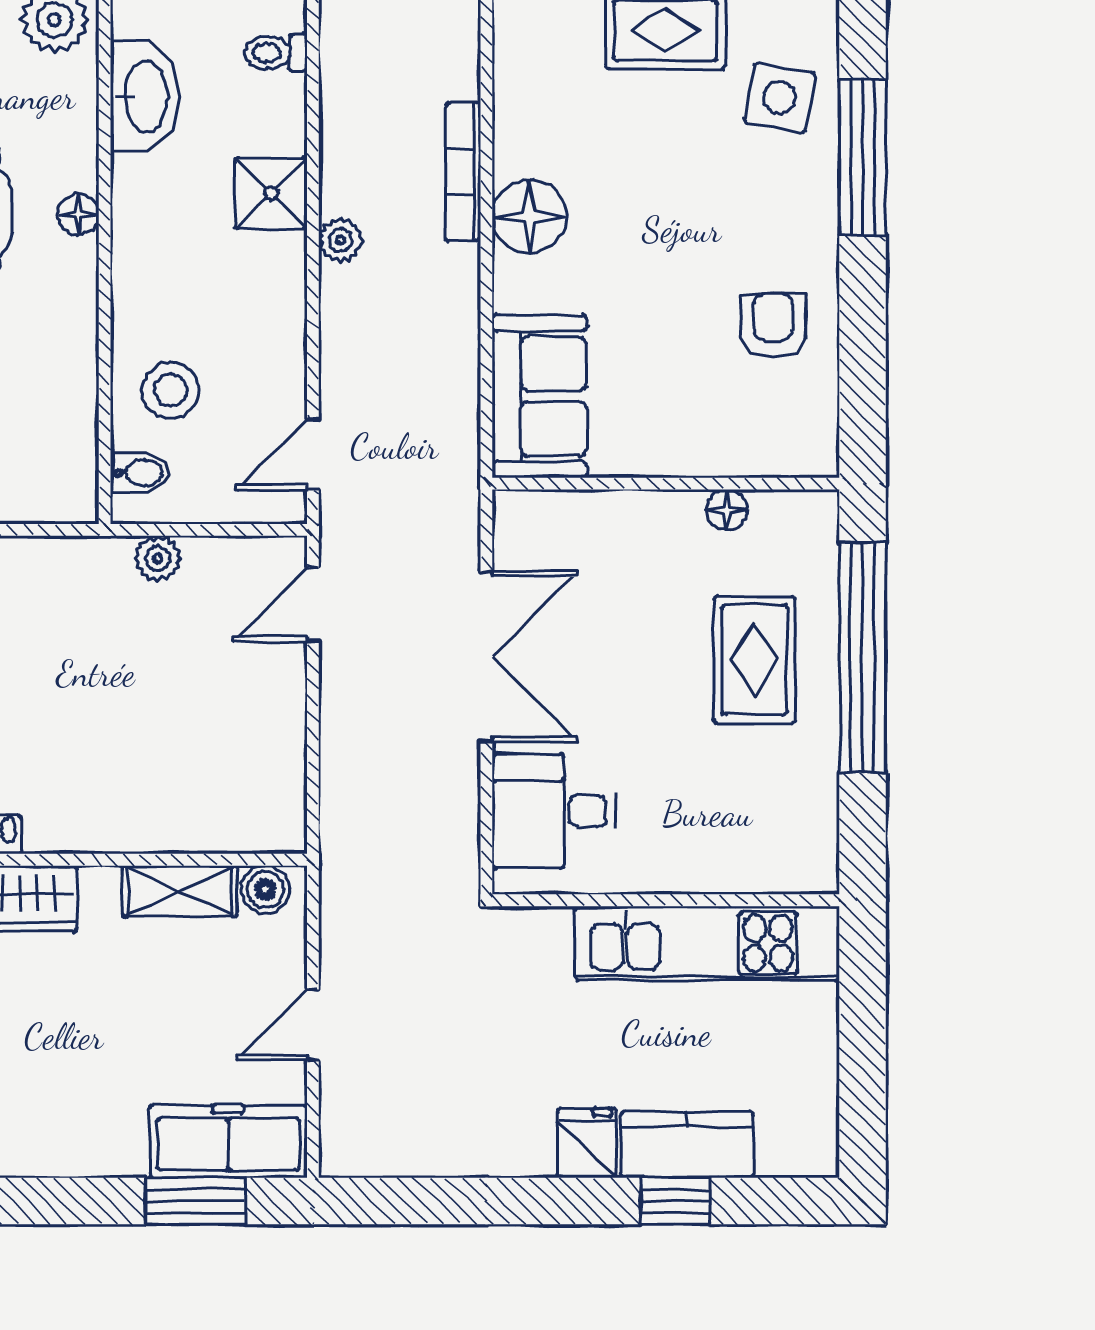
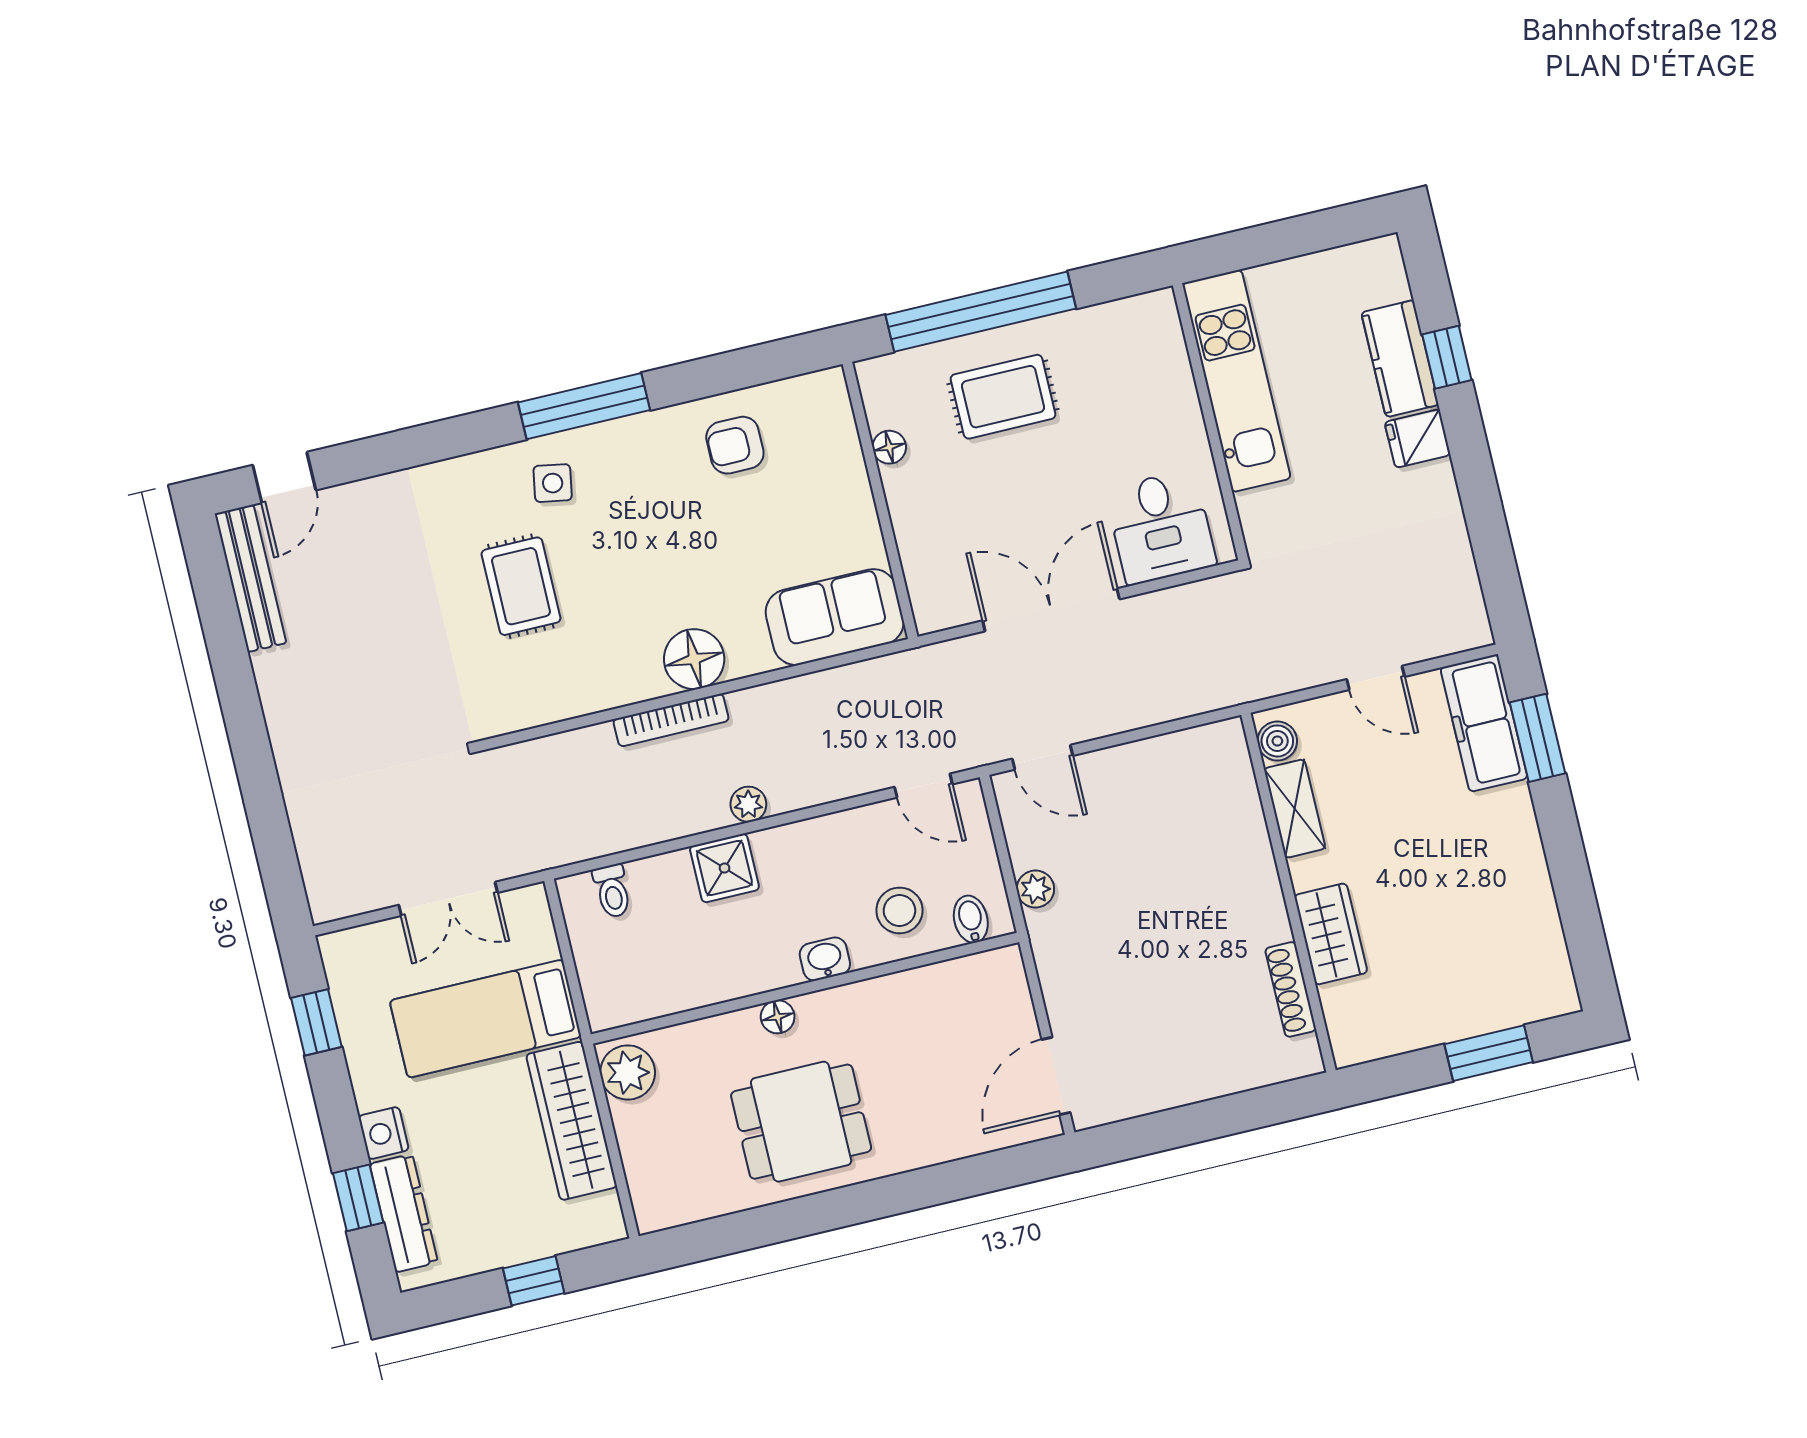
washbasin: (144, 96) -> (825, 959), moved, width x0.52, depth x0.69
side table: (780, 98) -> (553, 483), width x0.73, depth x0.73

